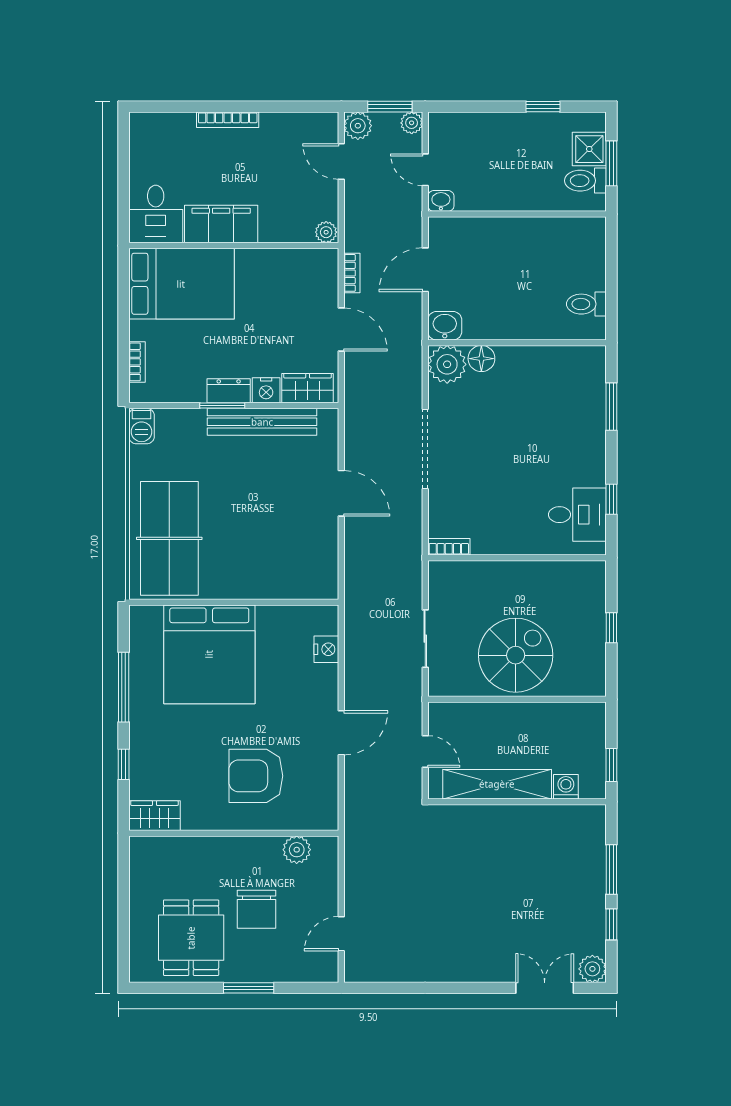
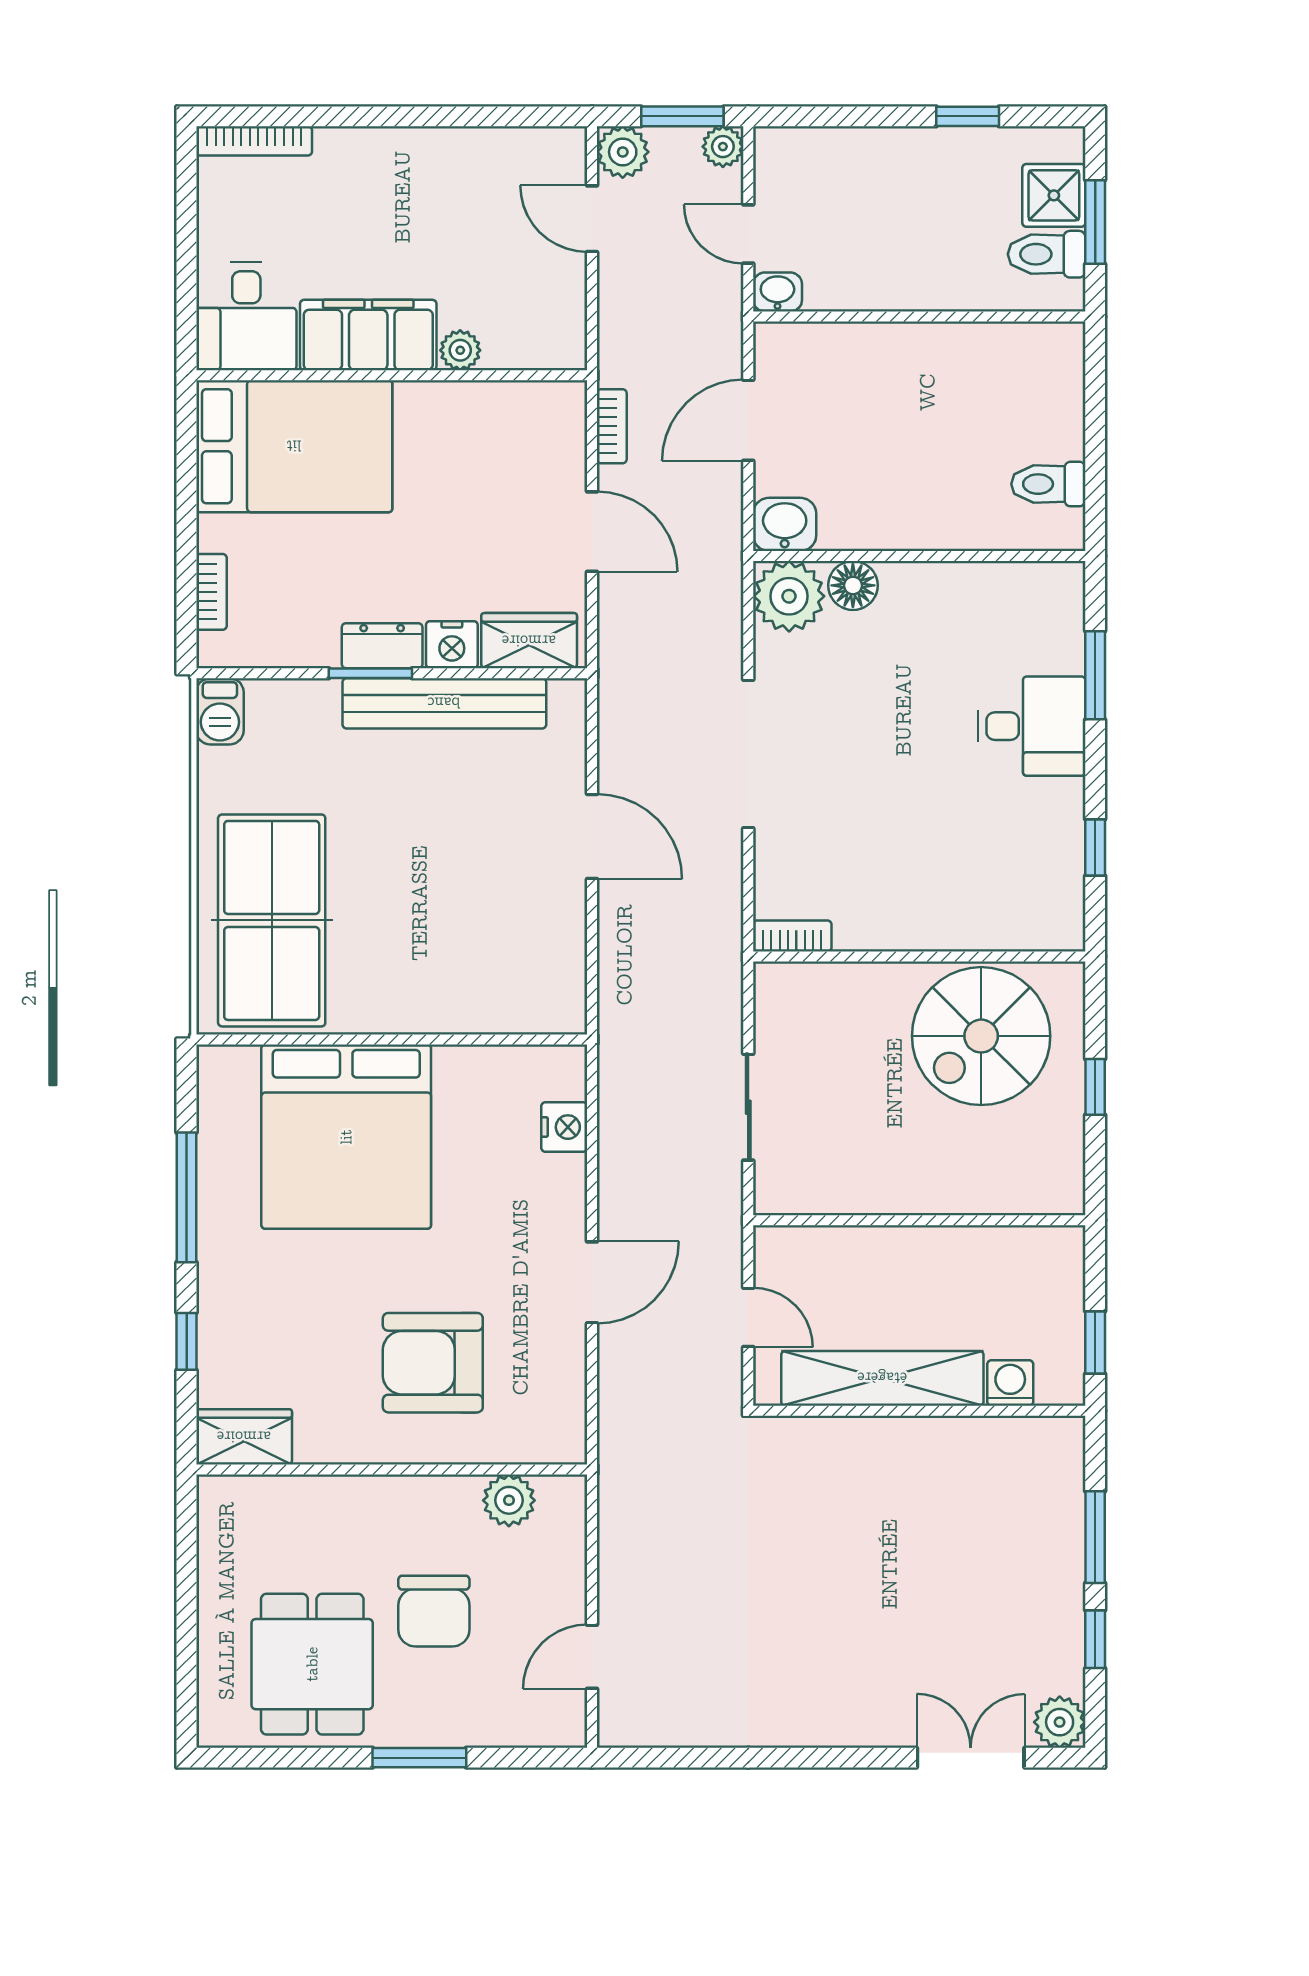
bookcase: (228, 120) -> (254, 141), moved
plant: (326, 232) -> (460, 350), moved
desk: (577, 515) -> (1032, 726), moved
spiral stairs: (516, 655) -> (981, 1036), moved, turned 180

